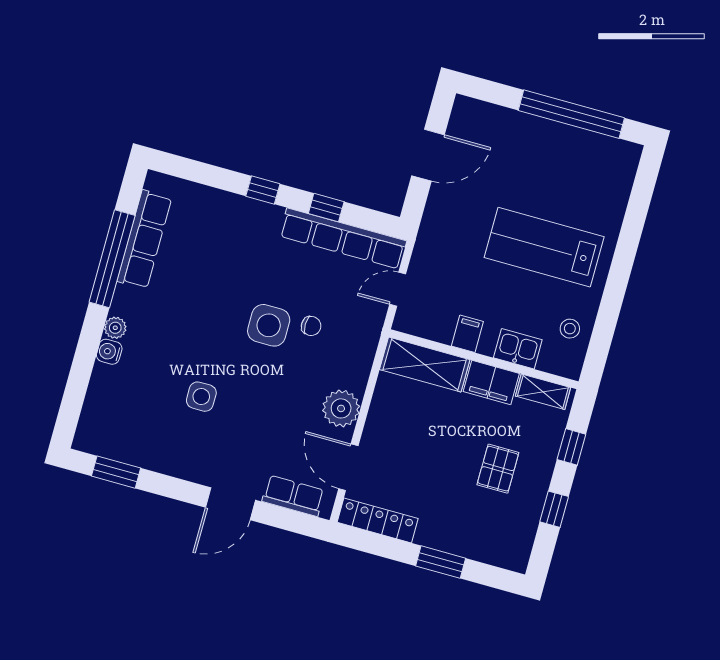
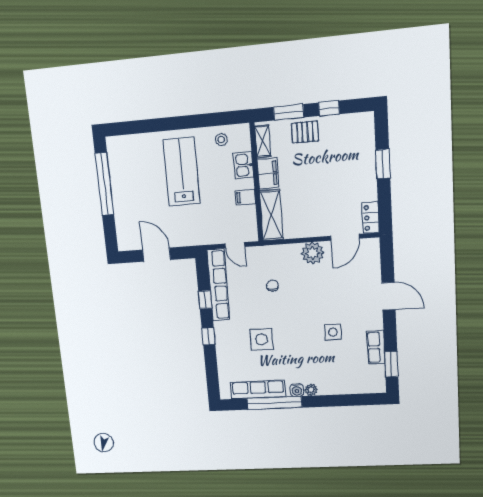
lab bench: (544, 247) -> (182, 172), turned 180
side table: (269, 325) -> (262, 339), moved
water cooler: (109, 352) -> (297, 390), moved
window: (571, 447) -> (289, 112), width x1.50
pallet: (498, 469) -> (305, 132), moved
row of seats: (293, 496) -> (376, 347), moved
locker: (378, 520) -> (371, 218), width x0.66

